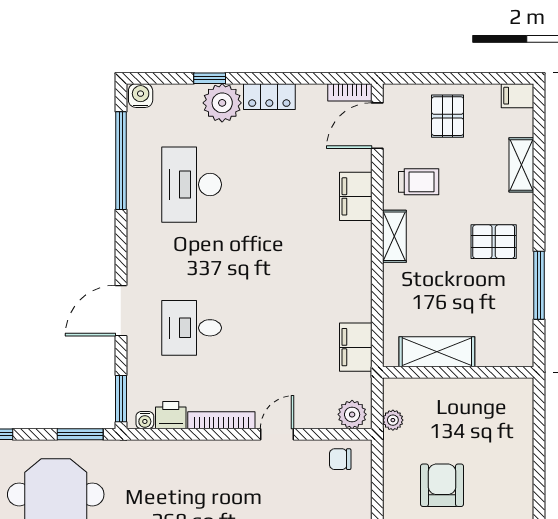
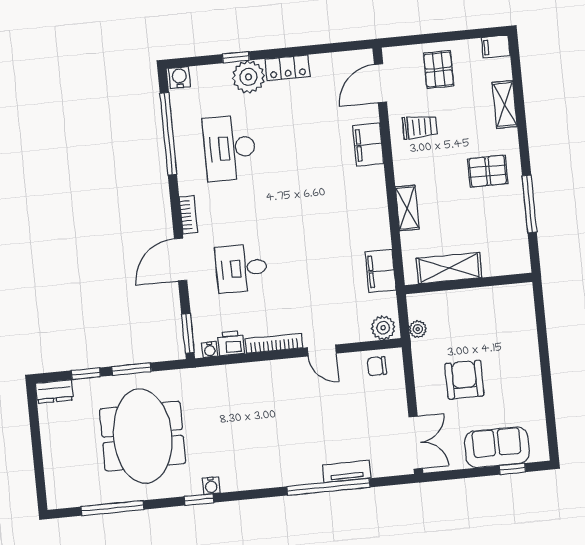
bookcase: (350, 92) -> (188, 215), moved, turned -90
shelving: (394, 236) -> (407, 208), moved
window: (80, 434) -> (131, 369), moved
door: (277, 434) -> (322, 350), swing flipped

